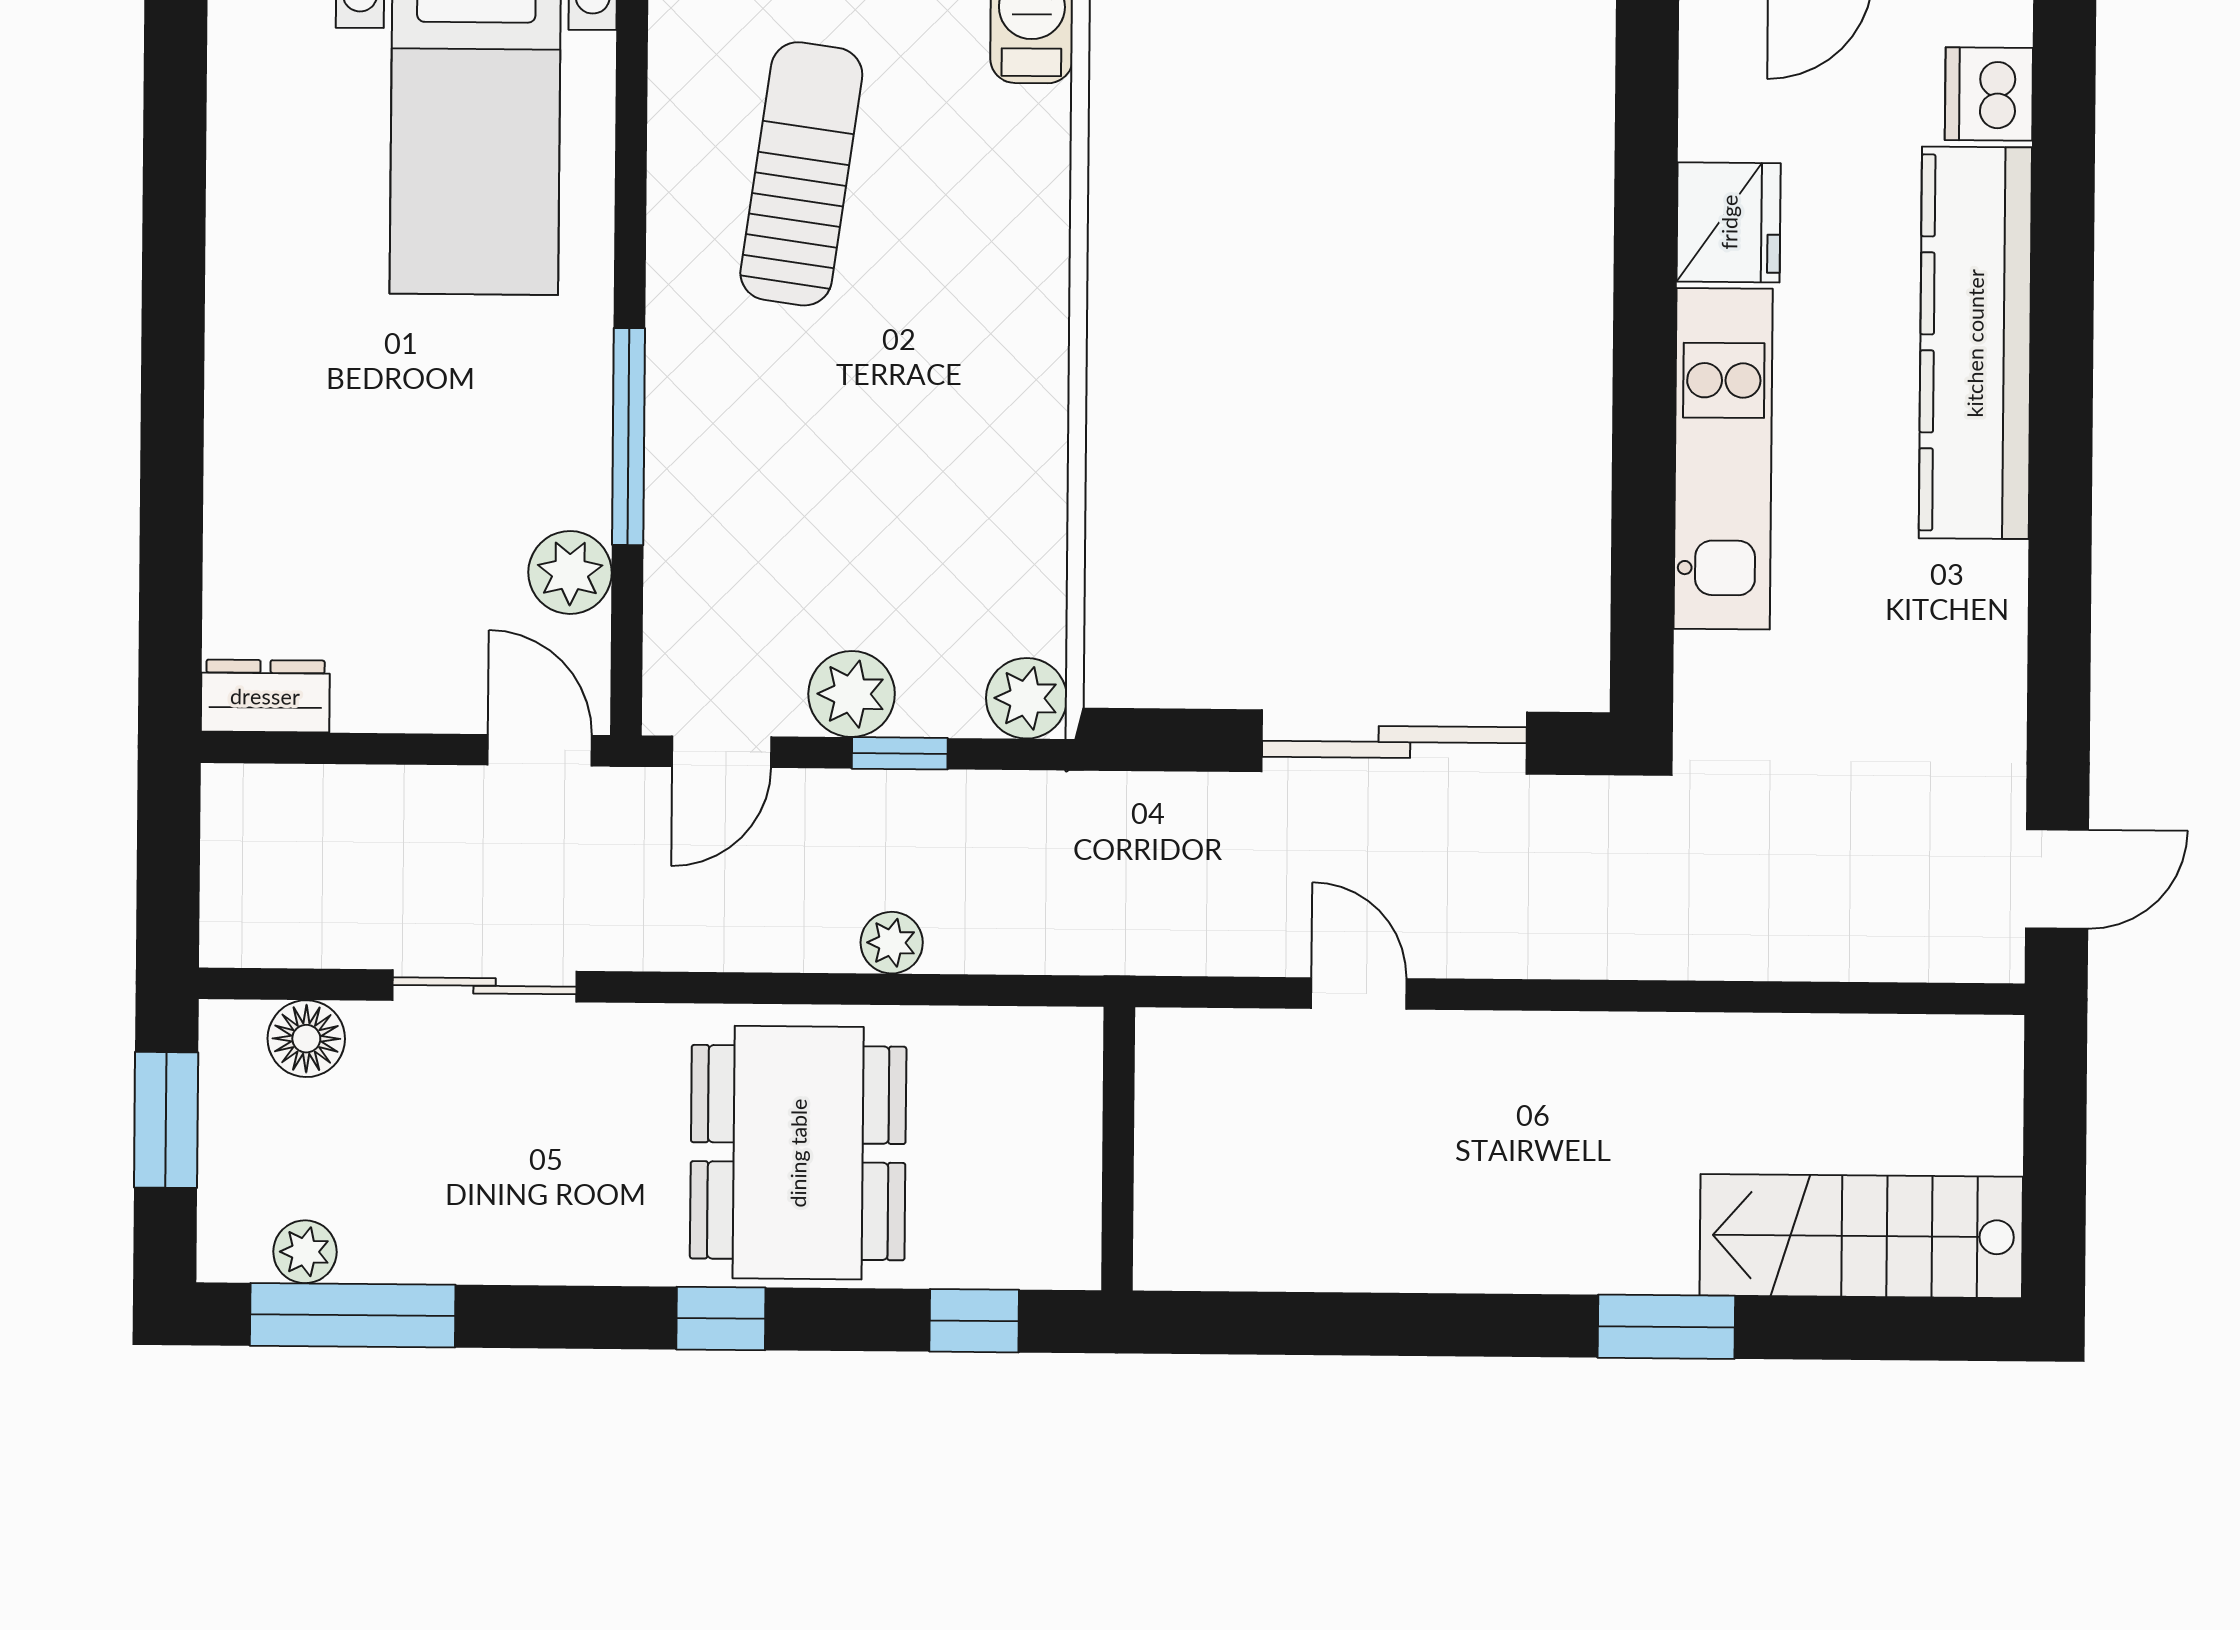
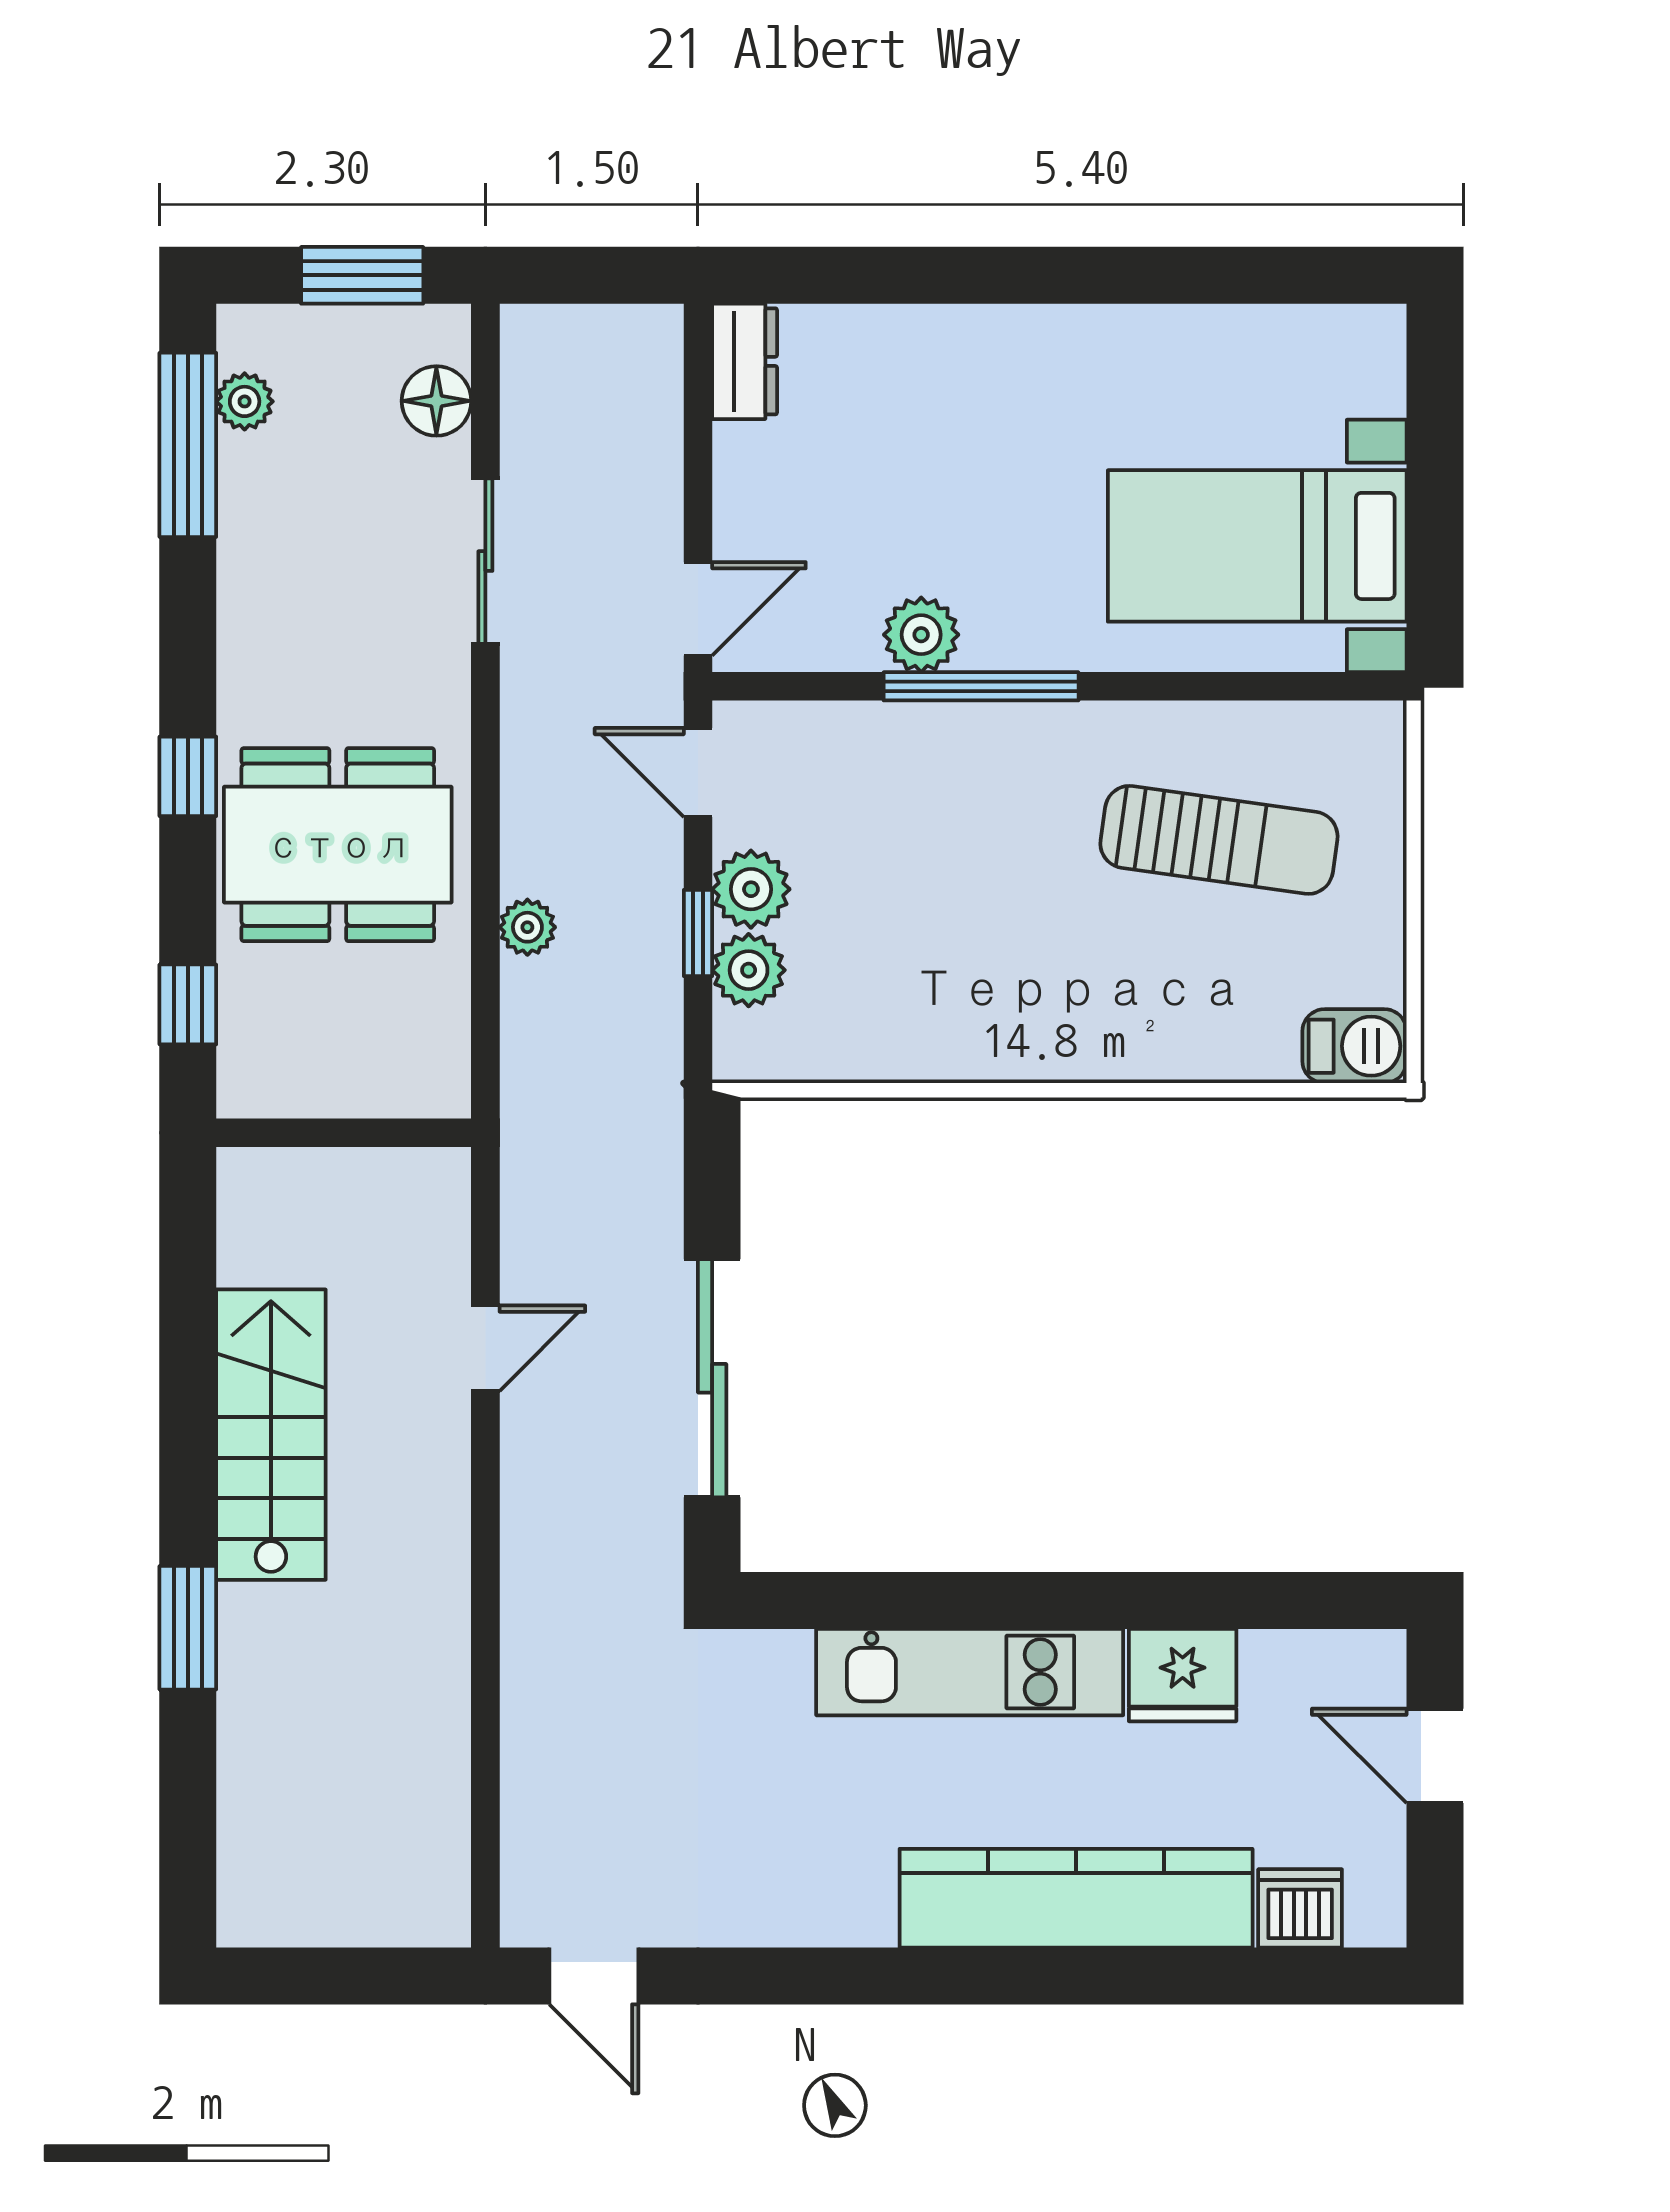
plant: (570, 572) -> (921, 635), moved
plant: (1027, 698) -> (749, 970), moved
stairs: (1861, 1236) -> (271, 1435), moved

